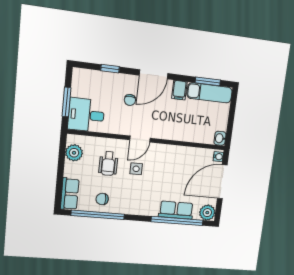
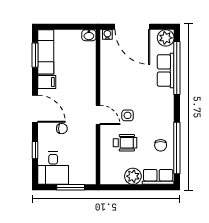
desk: (86, 115) -> (53, 168), moved
plant: (74, 153) -> (133, 176), moved

